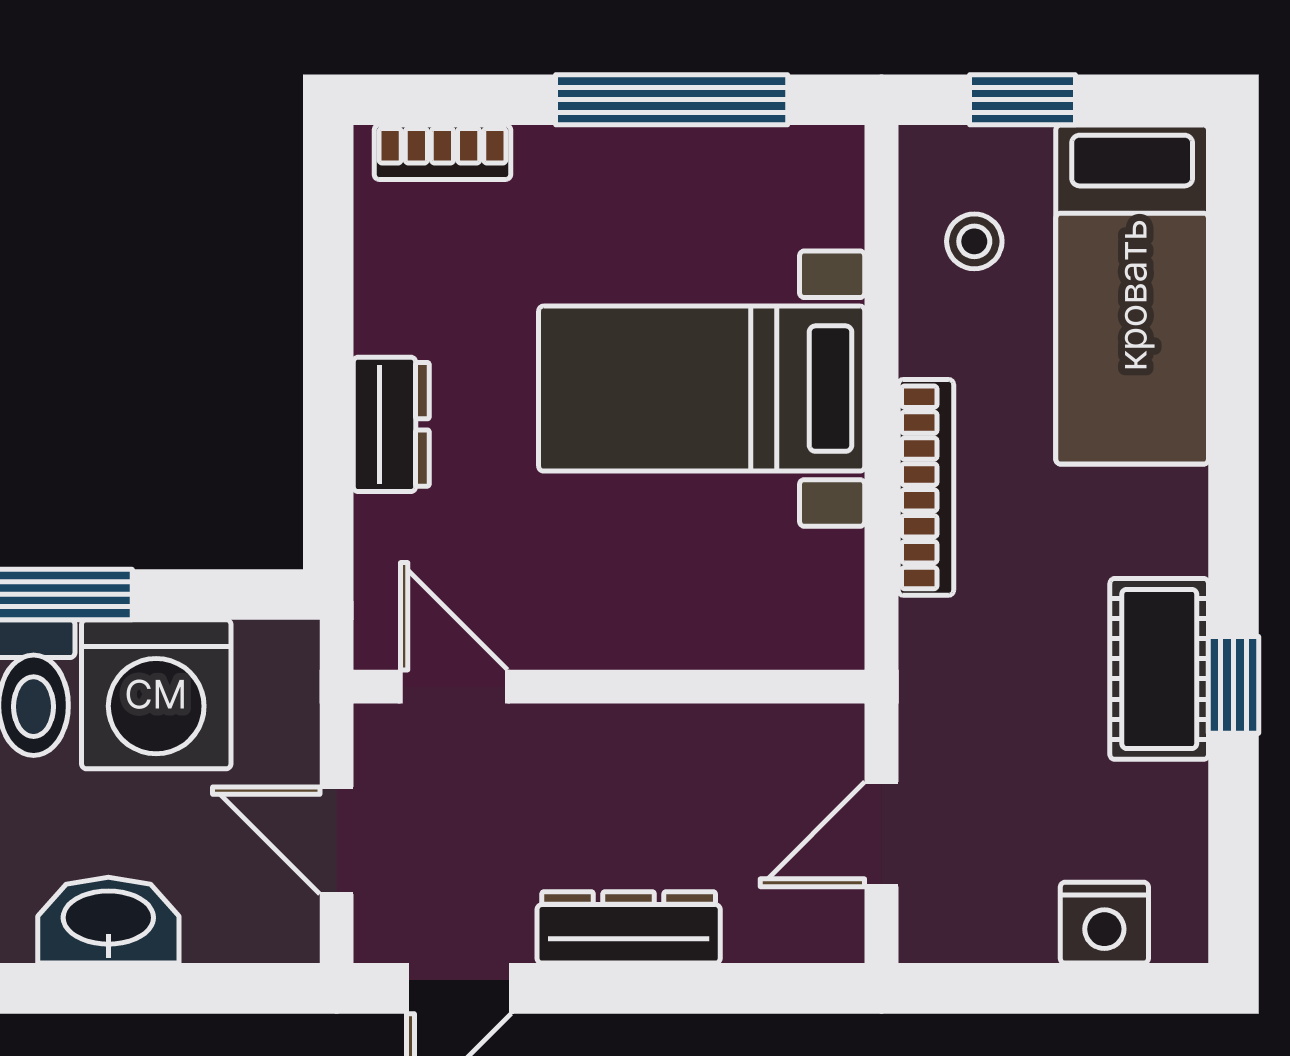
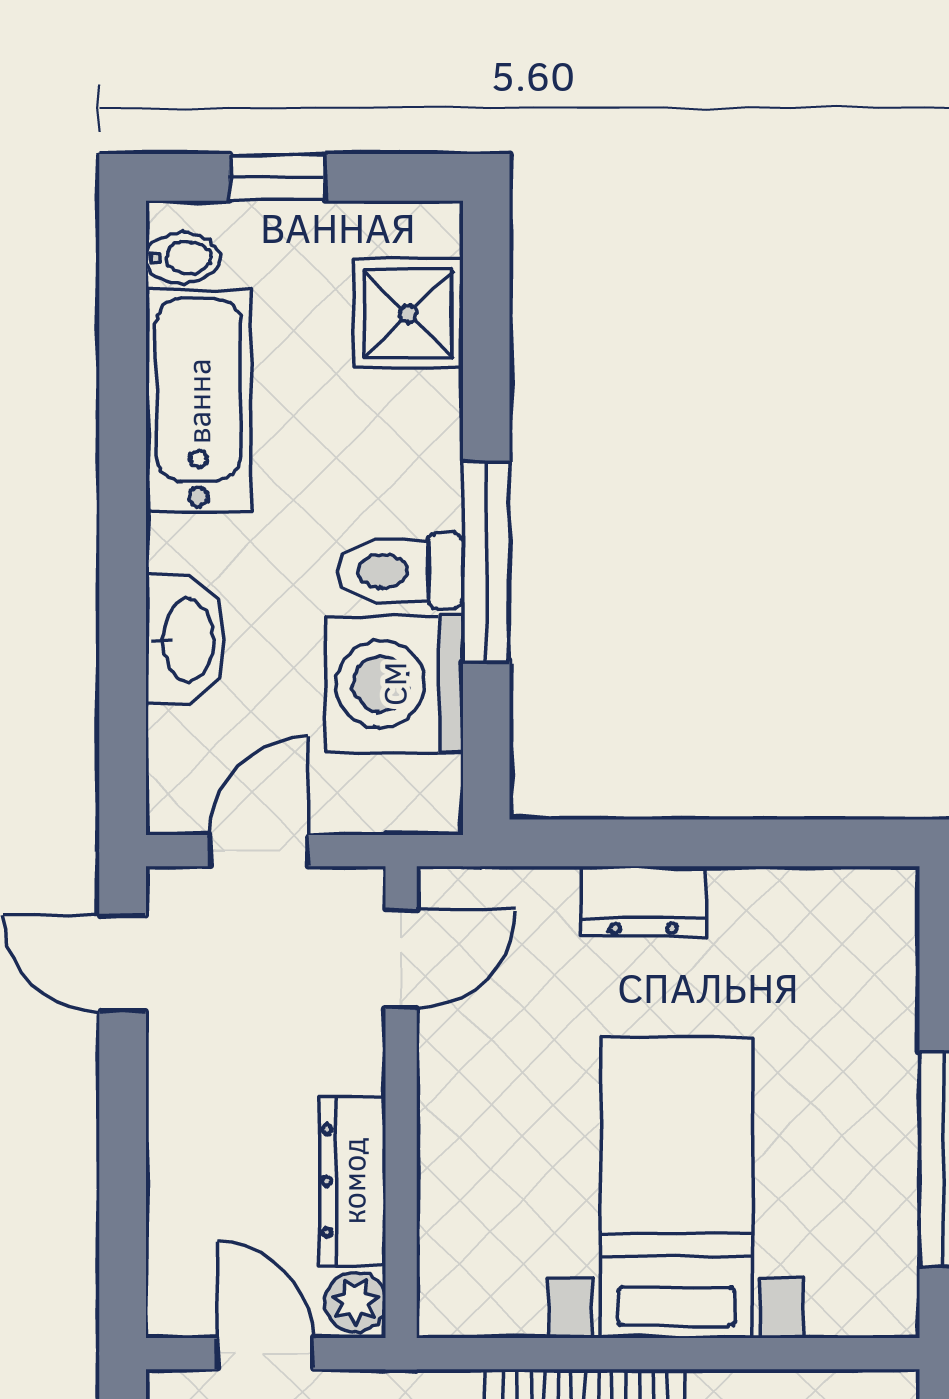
bookcase: (442, 152) -> (894, 948), removed
plant: (826, 736) -> (355, 1302), added
dresser: (629, 927) -> (353, 1181), moved, turned 180

